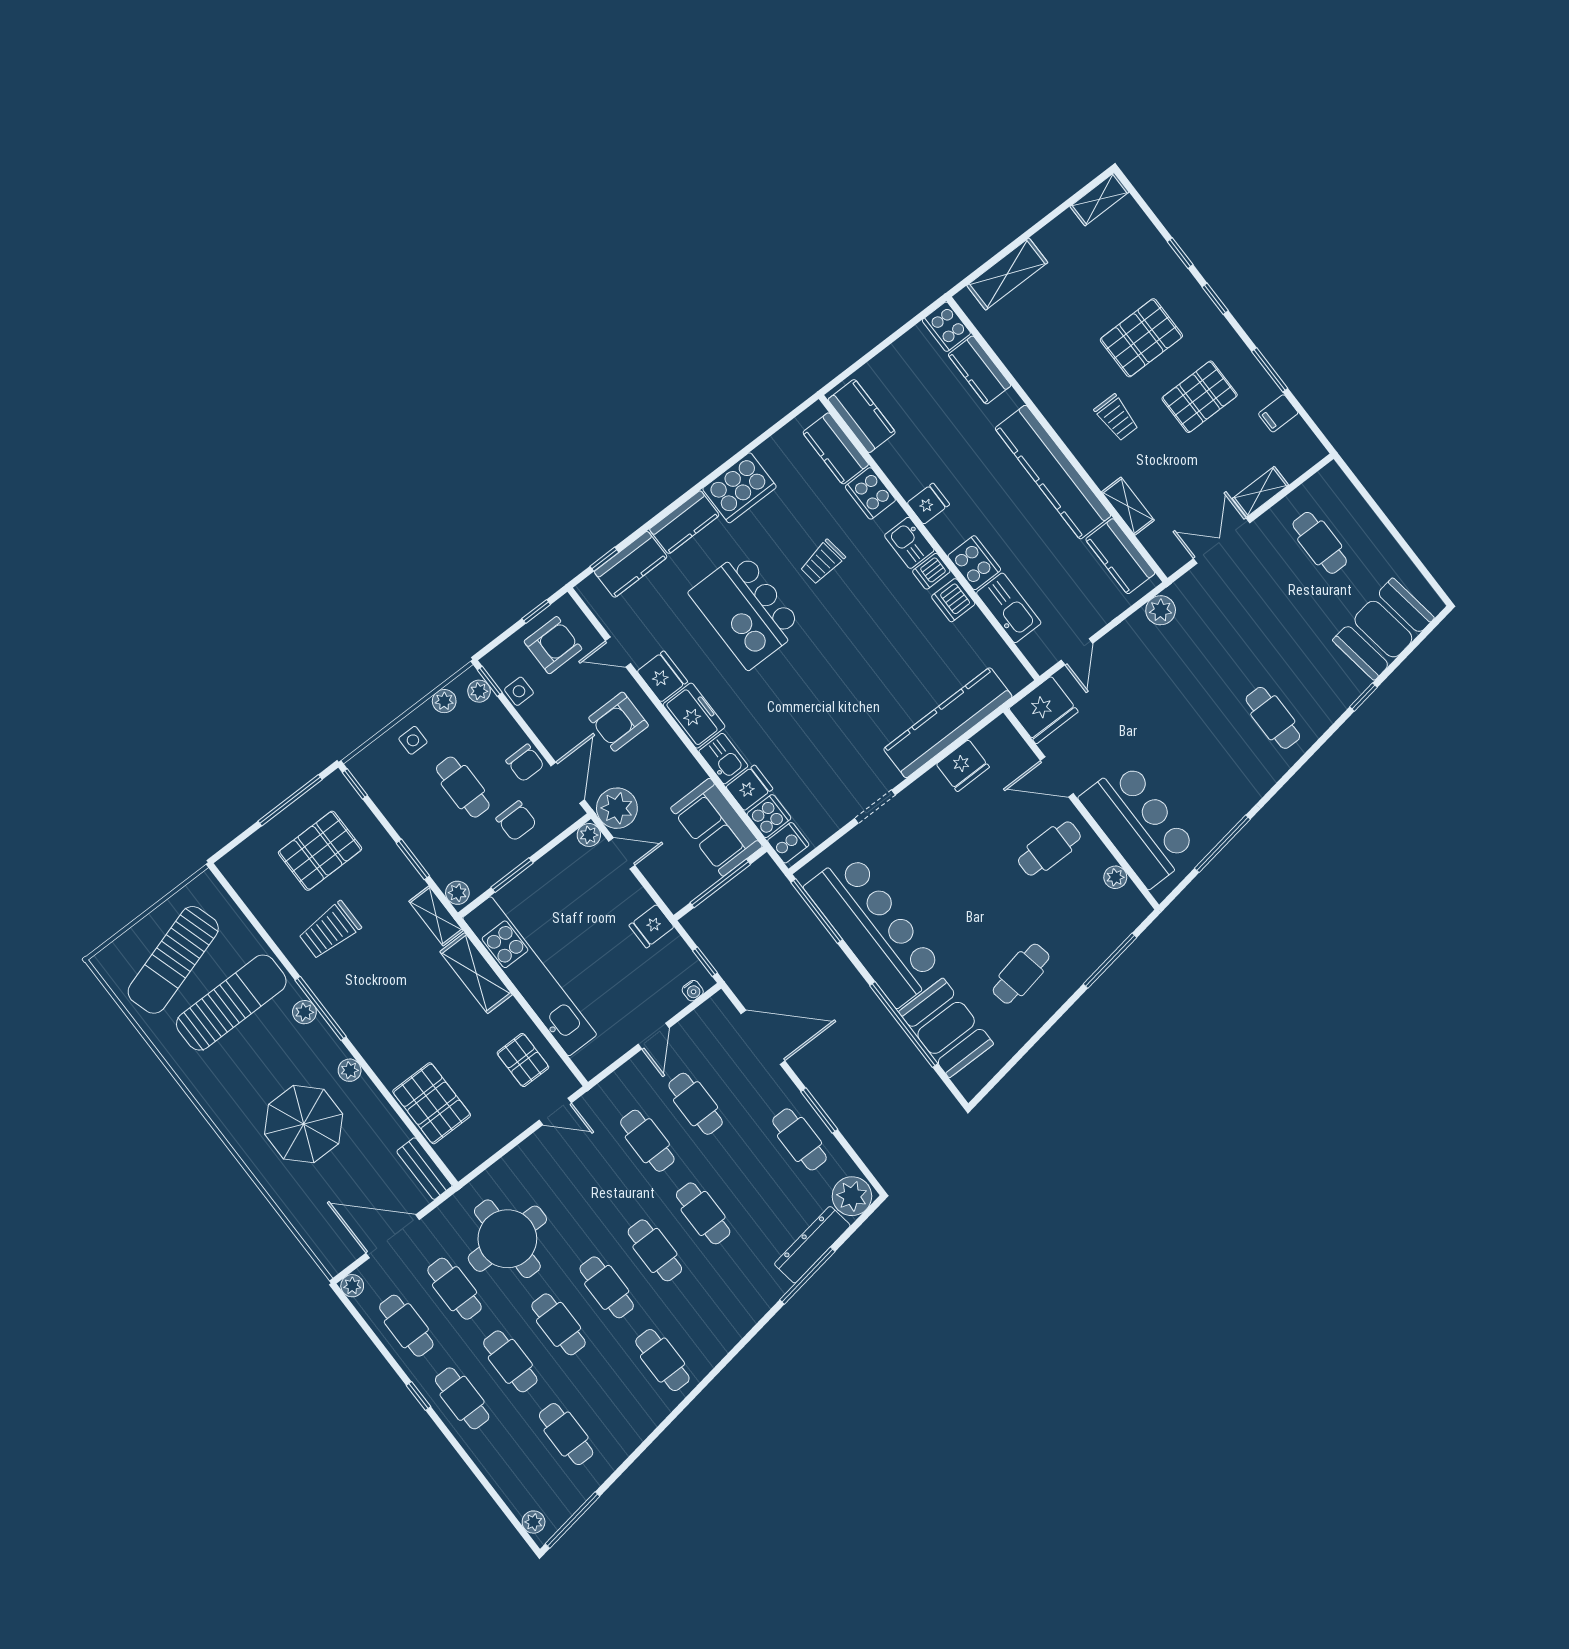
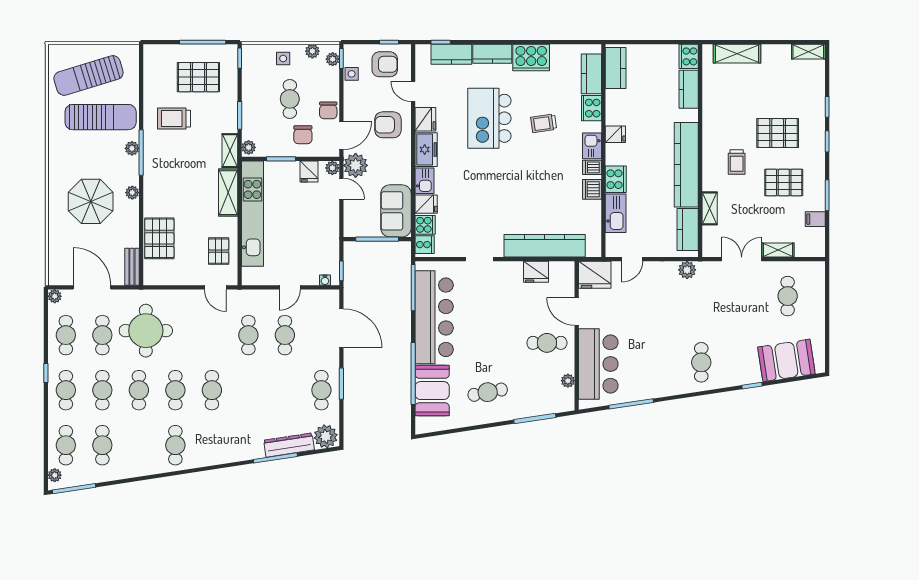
fridge: (651, 926) -> (309, 172), moved, turned -90
cafe table: (703, 1213) -> (66, 445), moved

